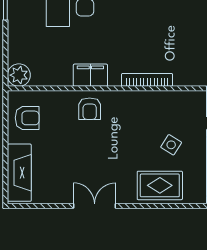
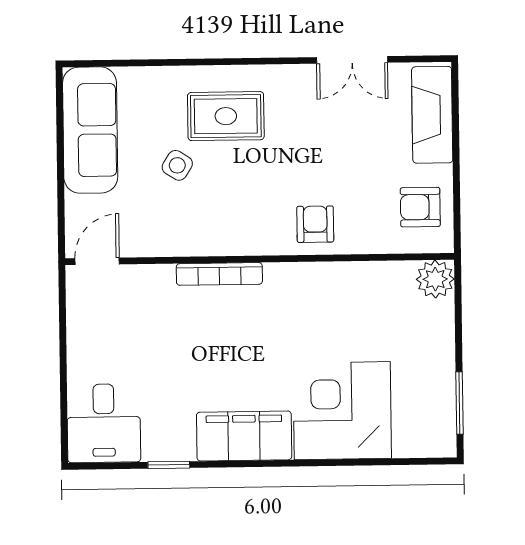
filing cabinet: (90, 75) -> (315, 281), removed
rug: (160, 185) -> (226, 116), moved
double door: (95, 206) -> (352, 60), moved

